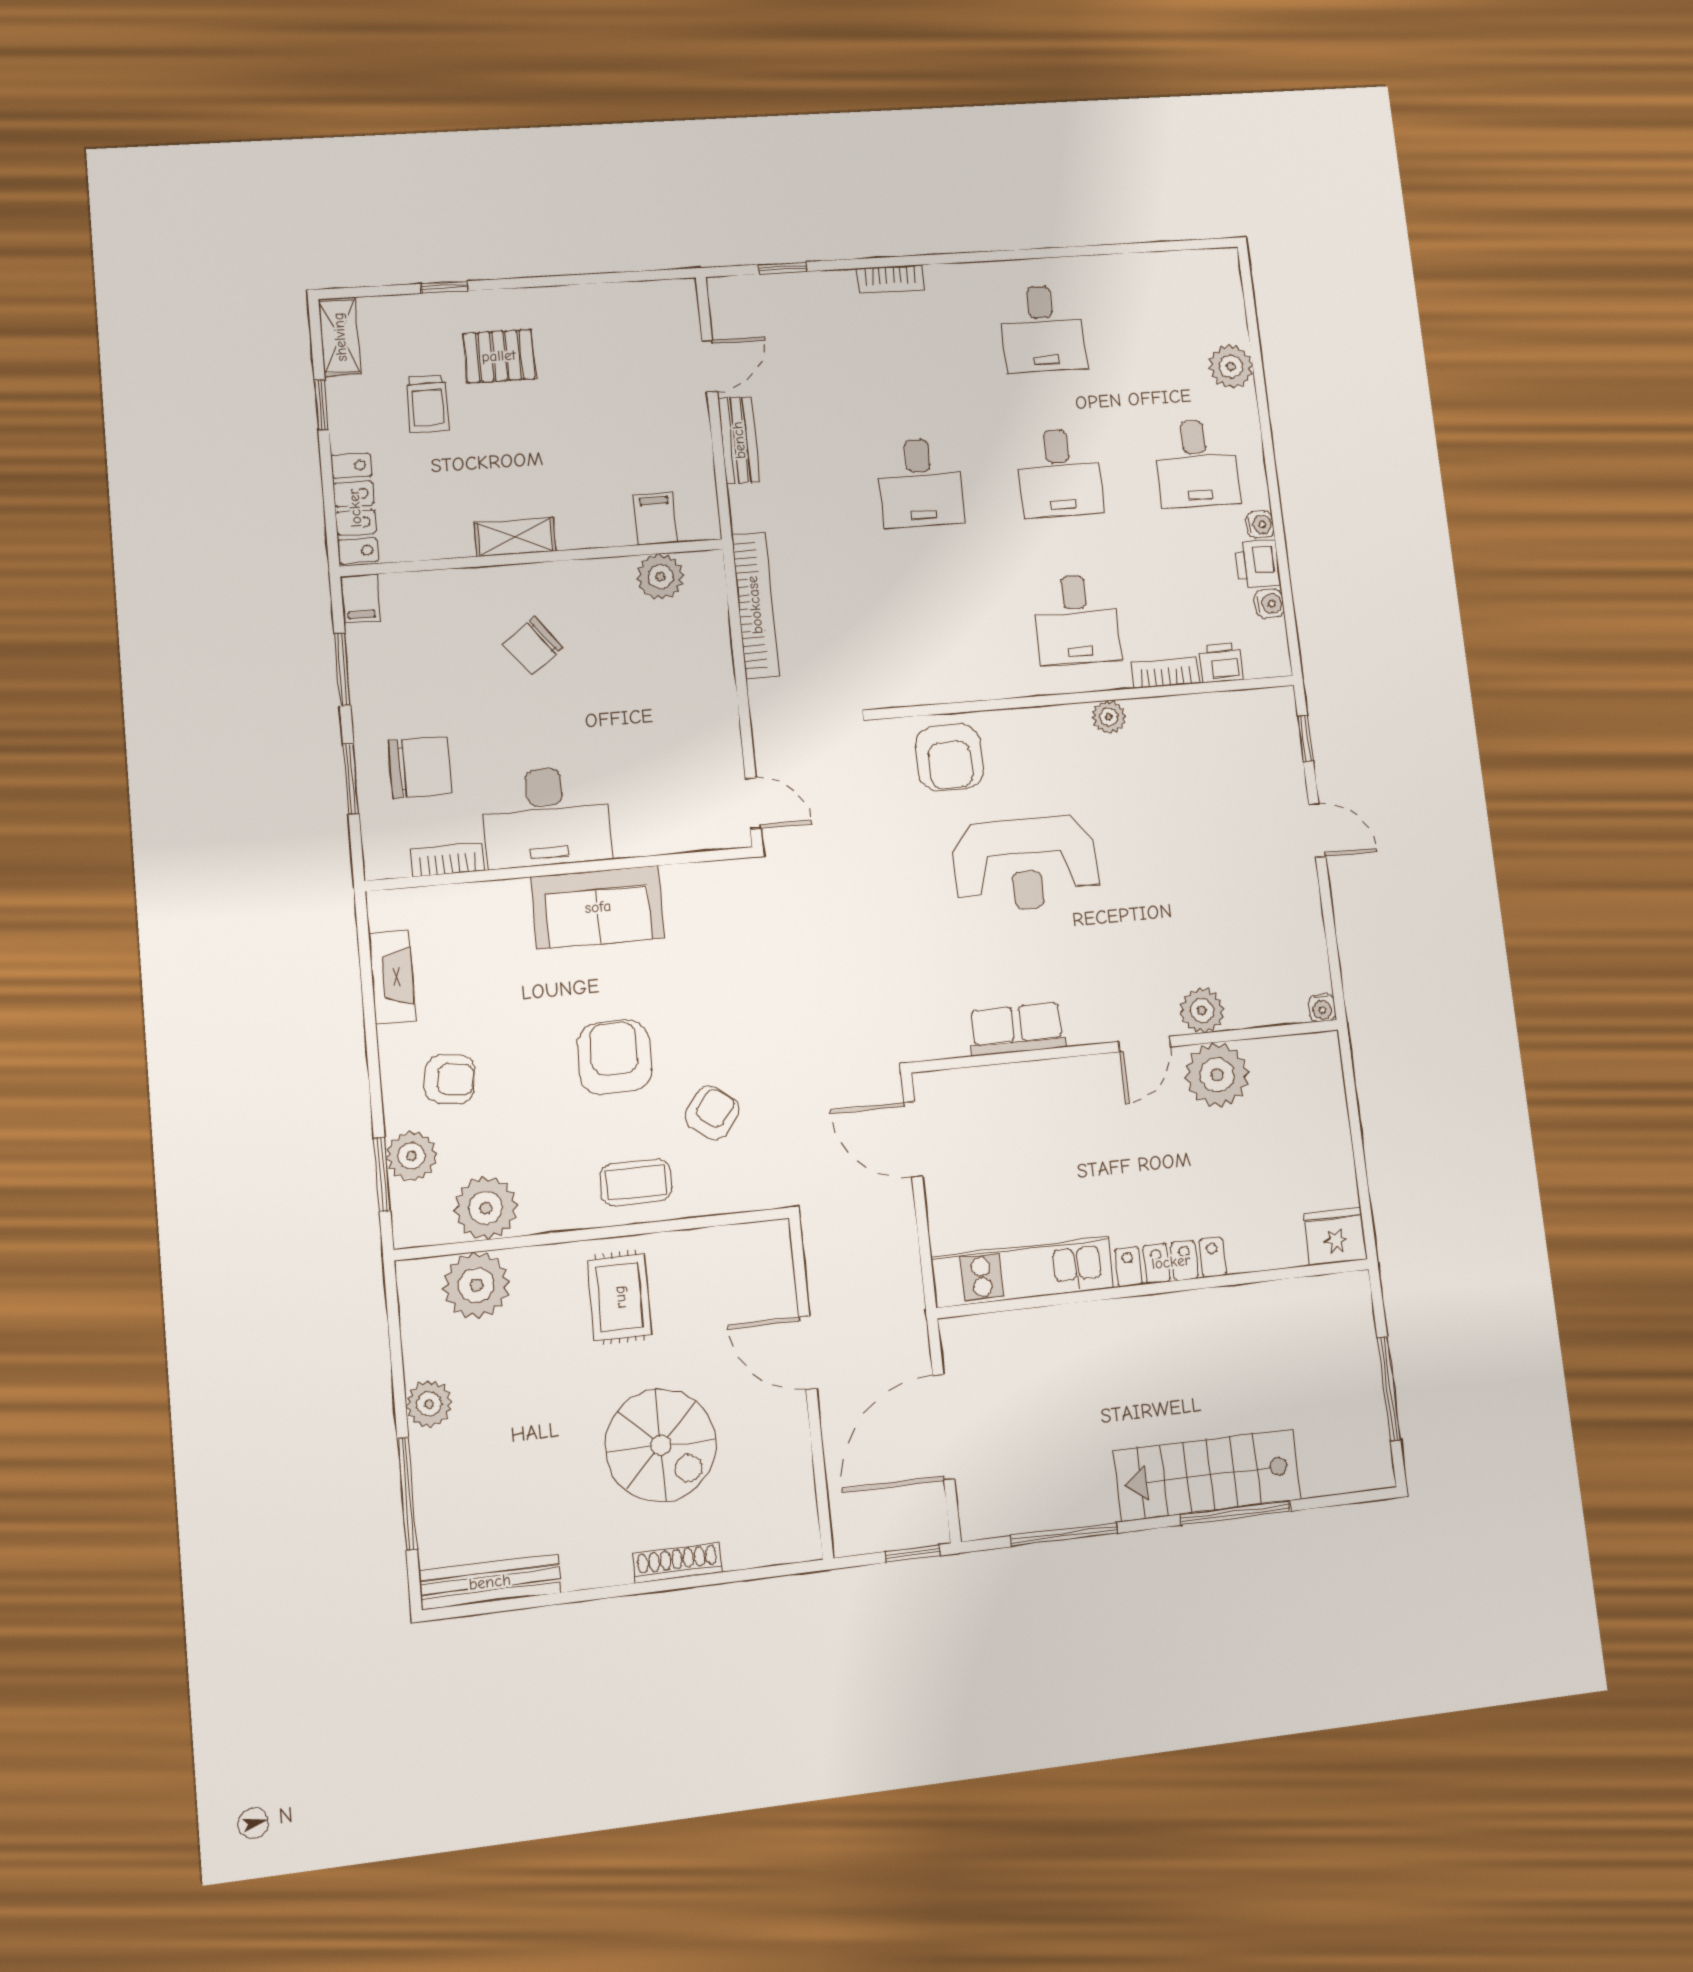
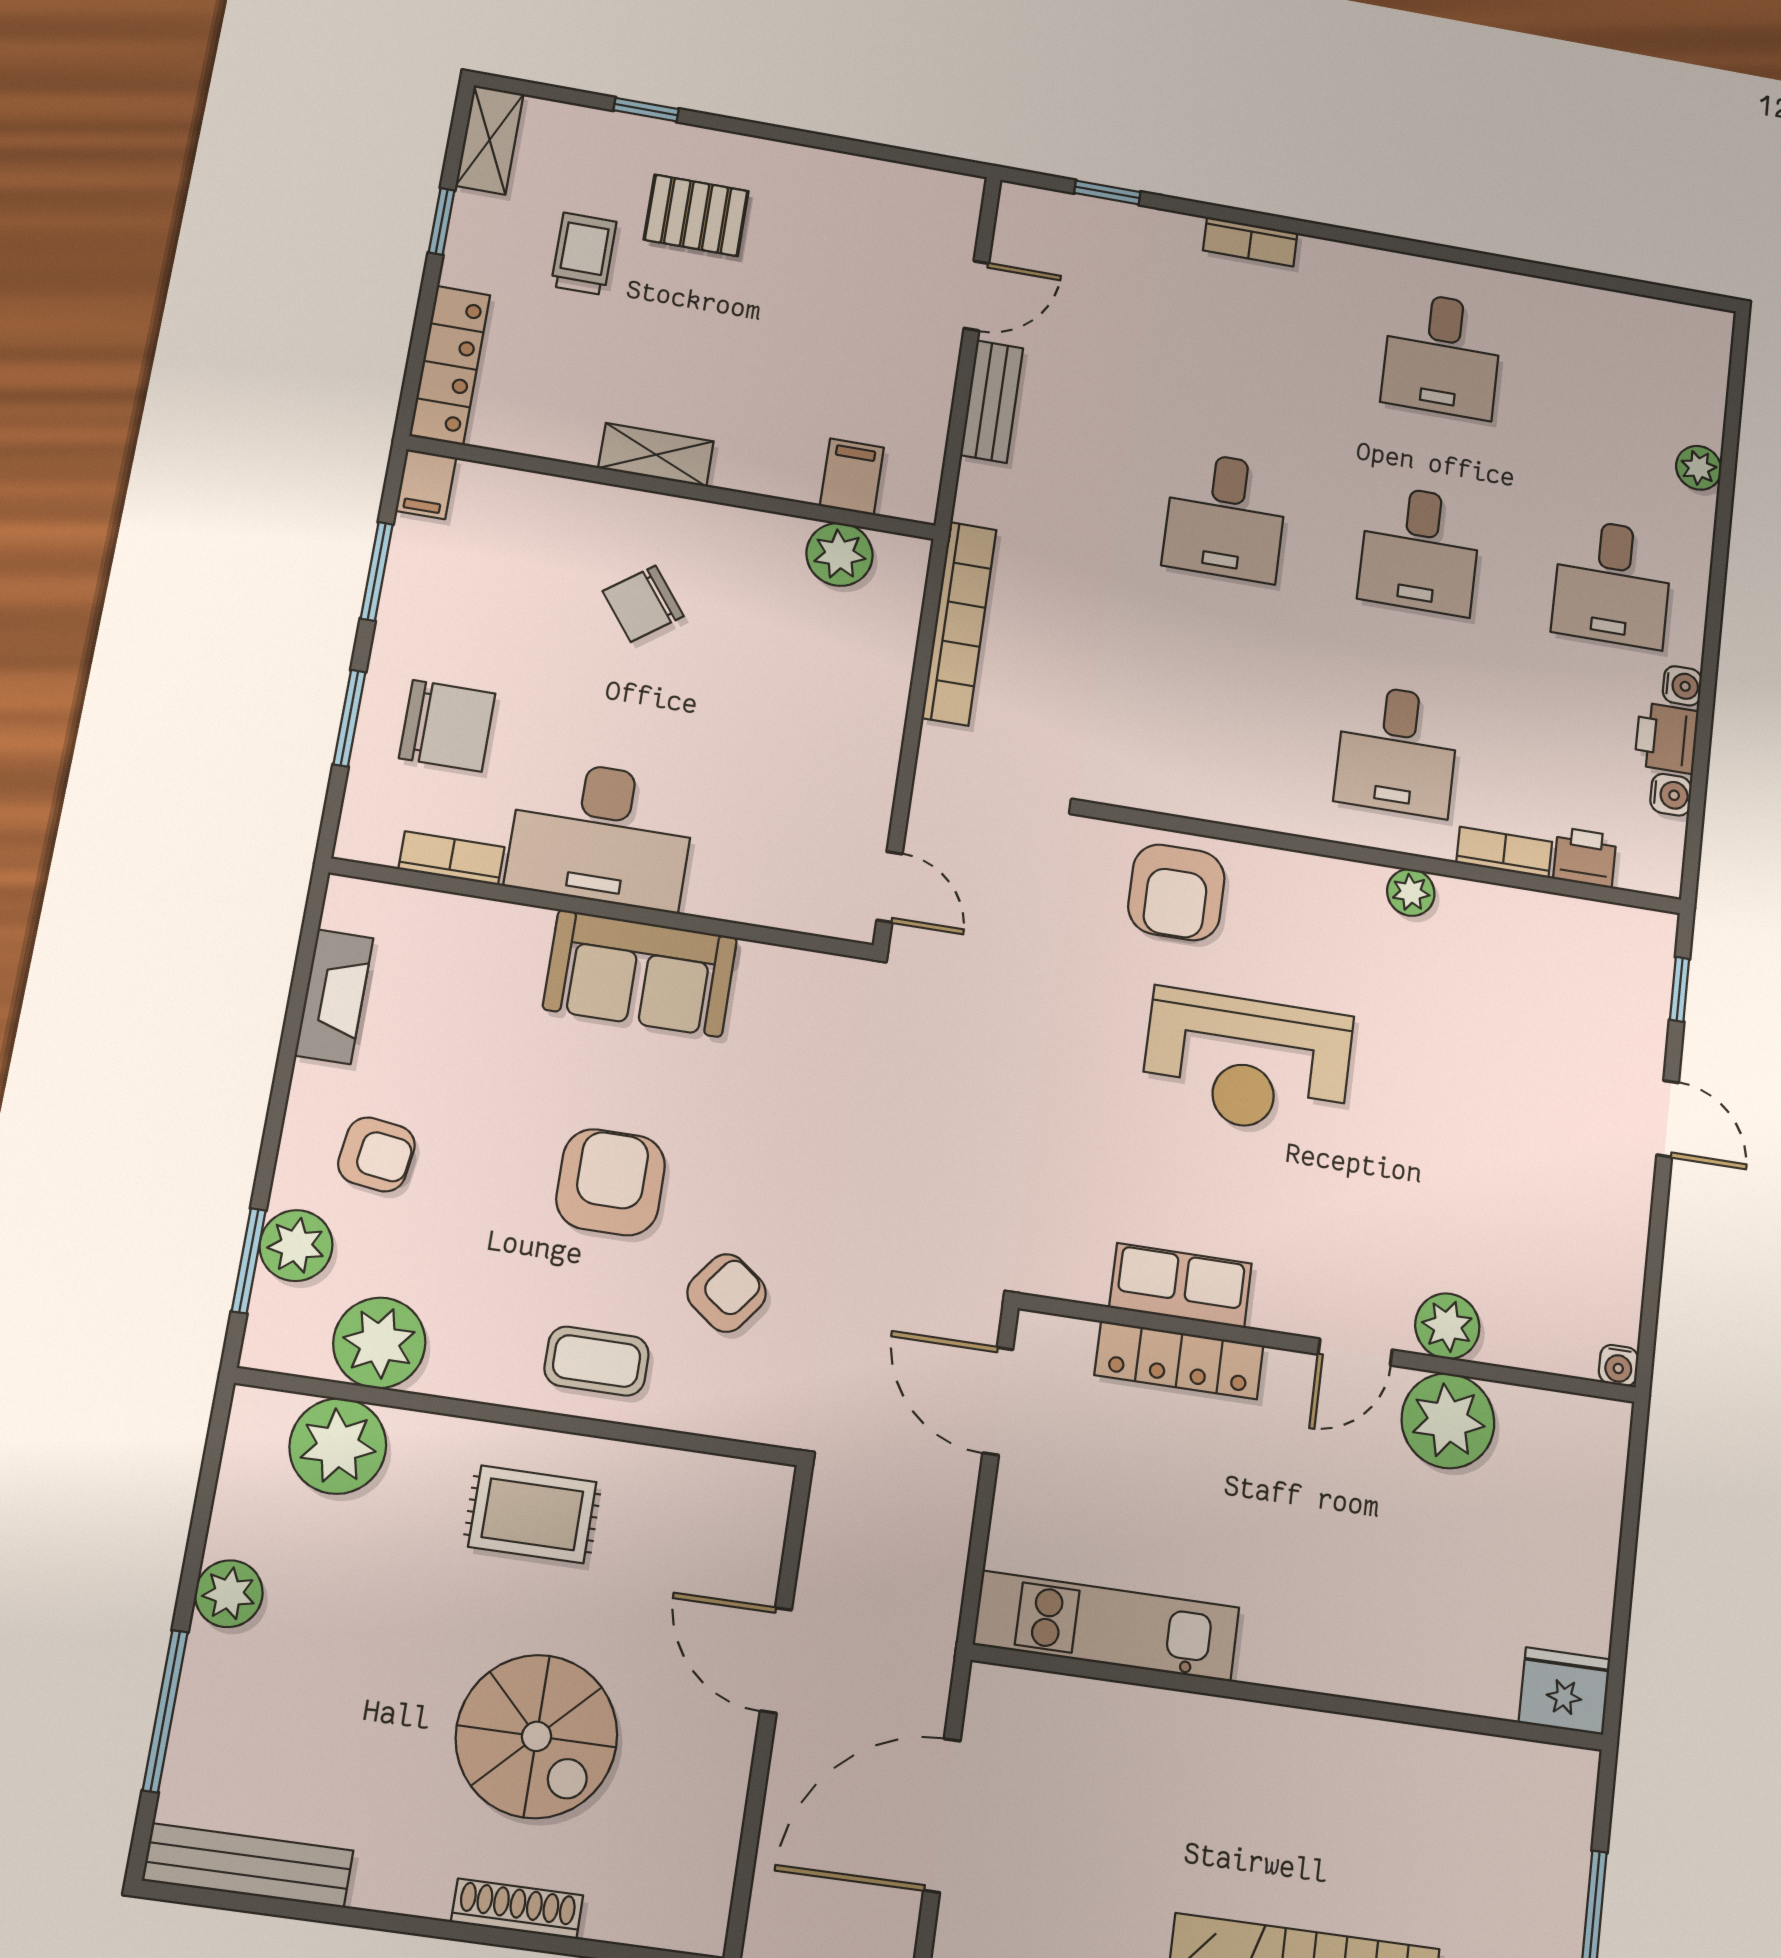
plant: (1231, 366) -> (1699, 468), width x0.73, depth x0.73
trolley: (428, 404) -> (584, 254), turned 180
locker: (1171, 1262) -> (1179, 1360), moved, turned 180
rug: (620, 1297) -> (532, 1514), turned 90

